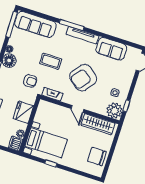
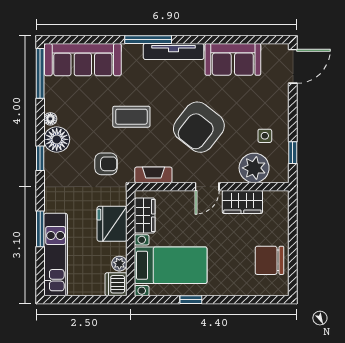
door: (78, 109) -> (207, 187), hinge flipped
plant: (114, 110) -> (254, 168), moved
wardrobe: (41, 113) -> (145, 216), added
wardrobe: (98, 124) -> (242, 202), width x0.67

